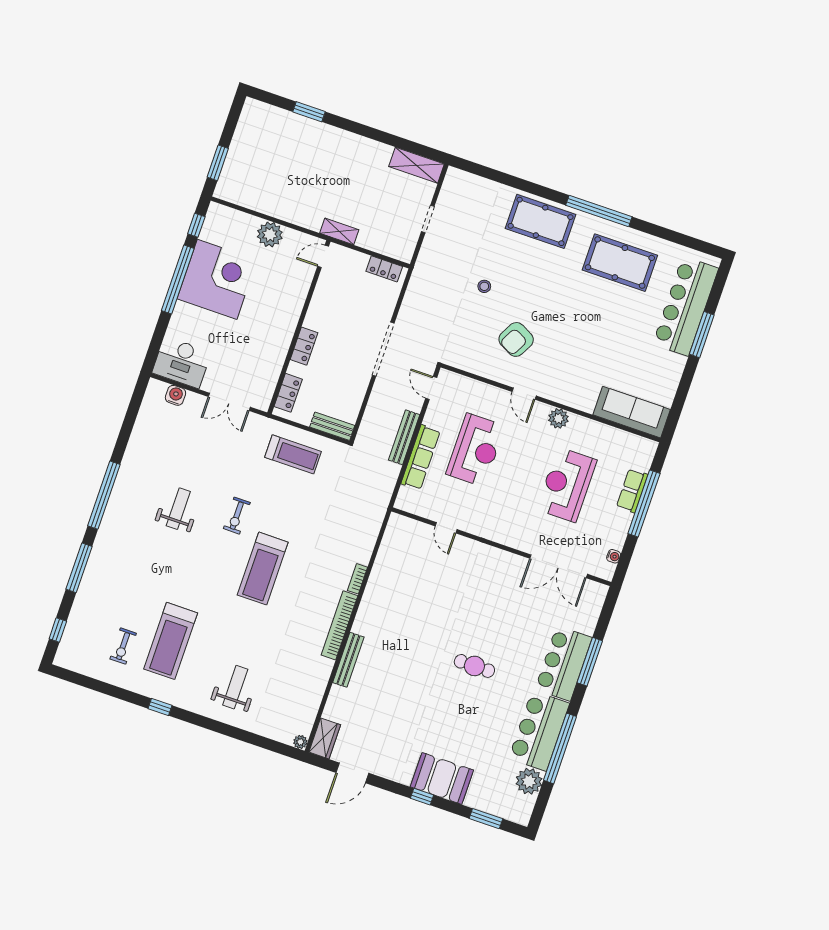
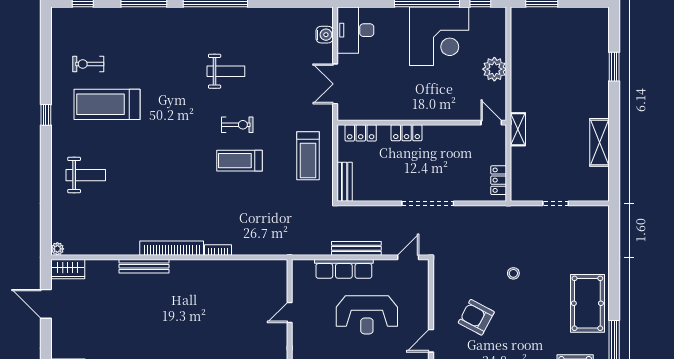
shelving: (417, 165) -> (599, 142), moved
exercise bike: (237, 516) -> (237, 125), turned 180
treadmill: (263, 569) -> (239, 161), moved, width x0.73, depth x0.73

